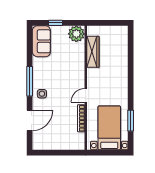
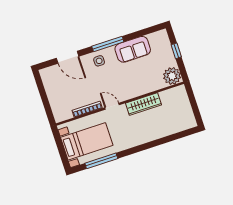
sofa: (41, 41) -> (133, 49), moved
wardrobe: (93, 52) -> (144, 104), moved
window: (131, 121) -> (101, 161), width x1.44

